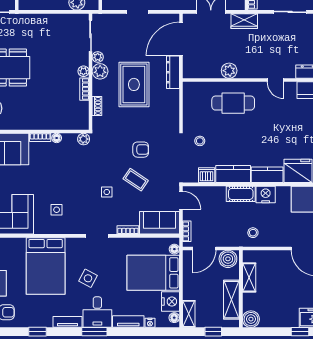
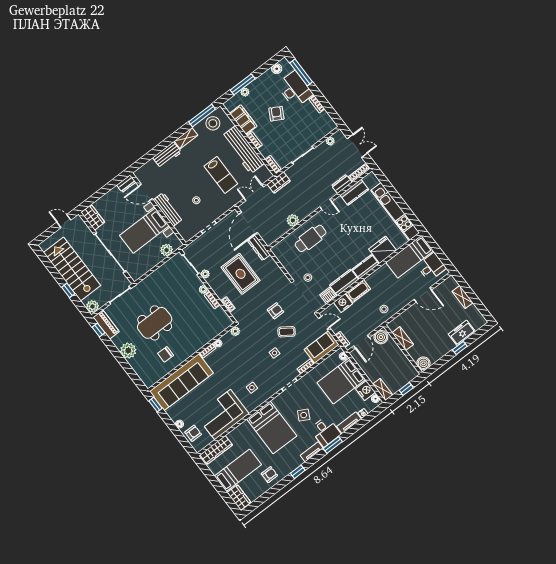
plant: (100, 71) -> (213, 282), removed
nightstand: (266, 195) -> (343, 303), moved
shelving: (231, 300) -> (402, 361), removed

